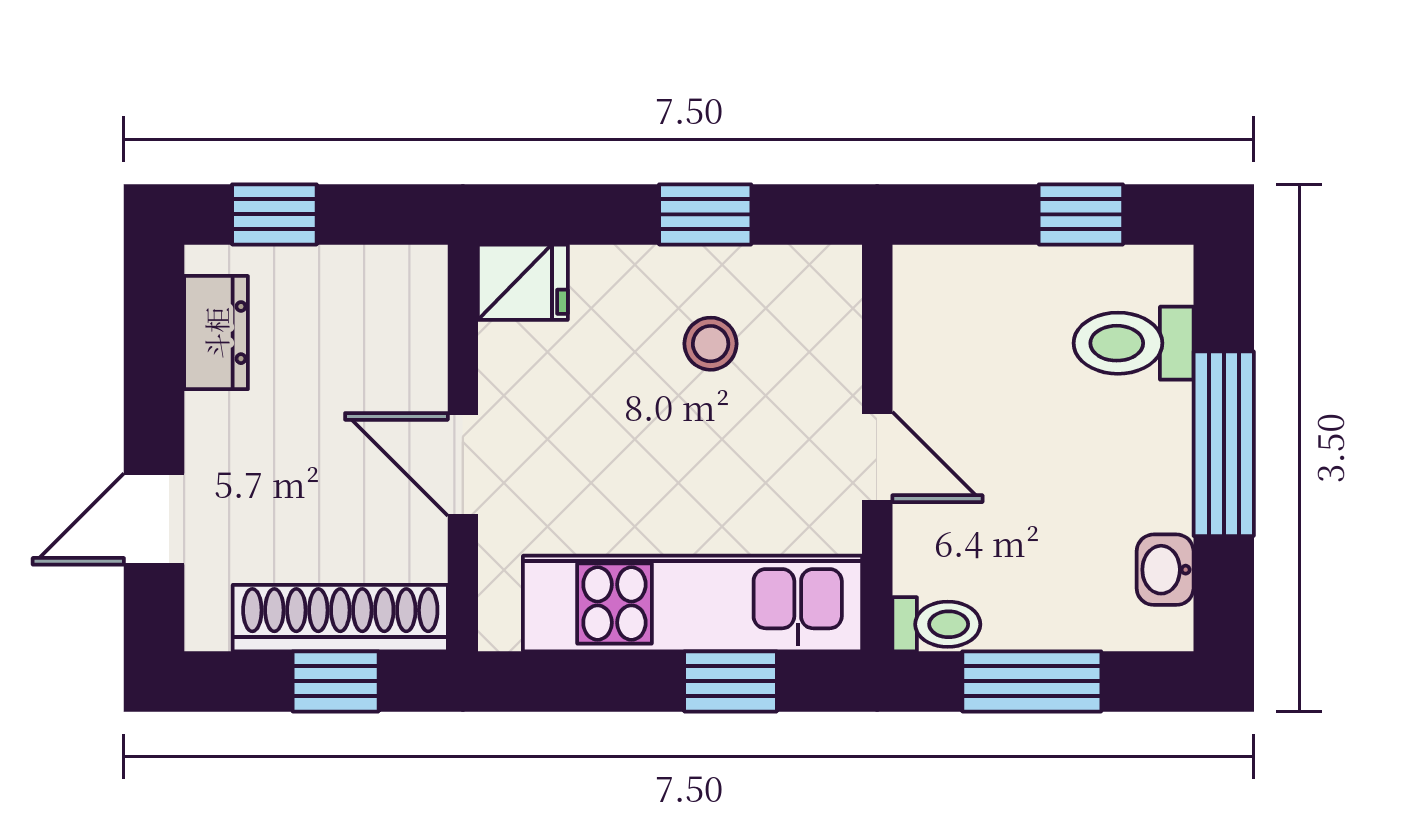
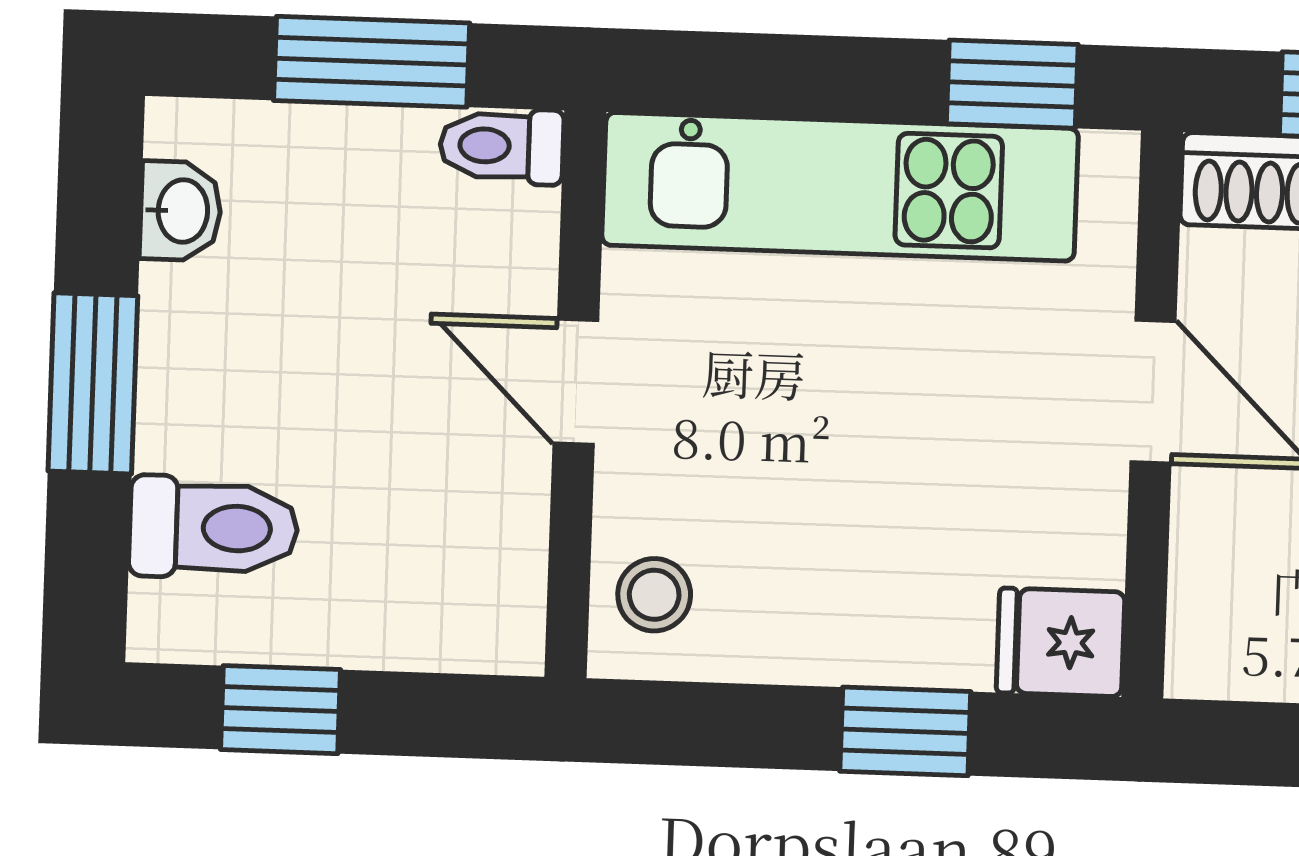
window: (705, 214) -> (905, 731), moved
stool: (711, 344) -> (654, 595), moved
window: (1224, 444) -> (93, 383), width x0.69
window: (731, 681) -> (1012, 84), moved

